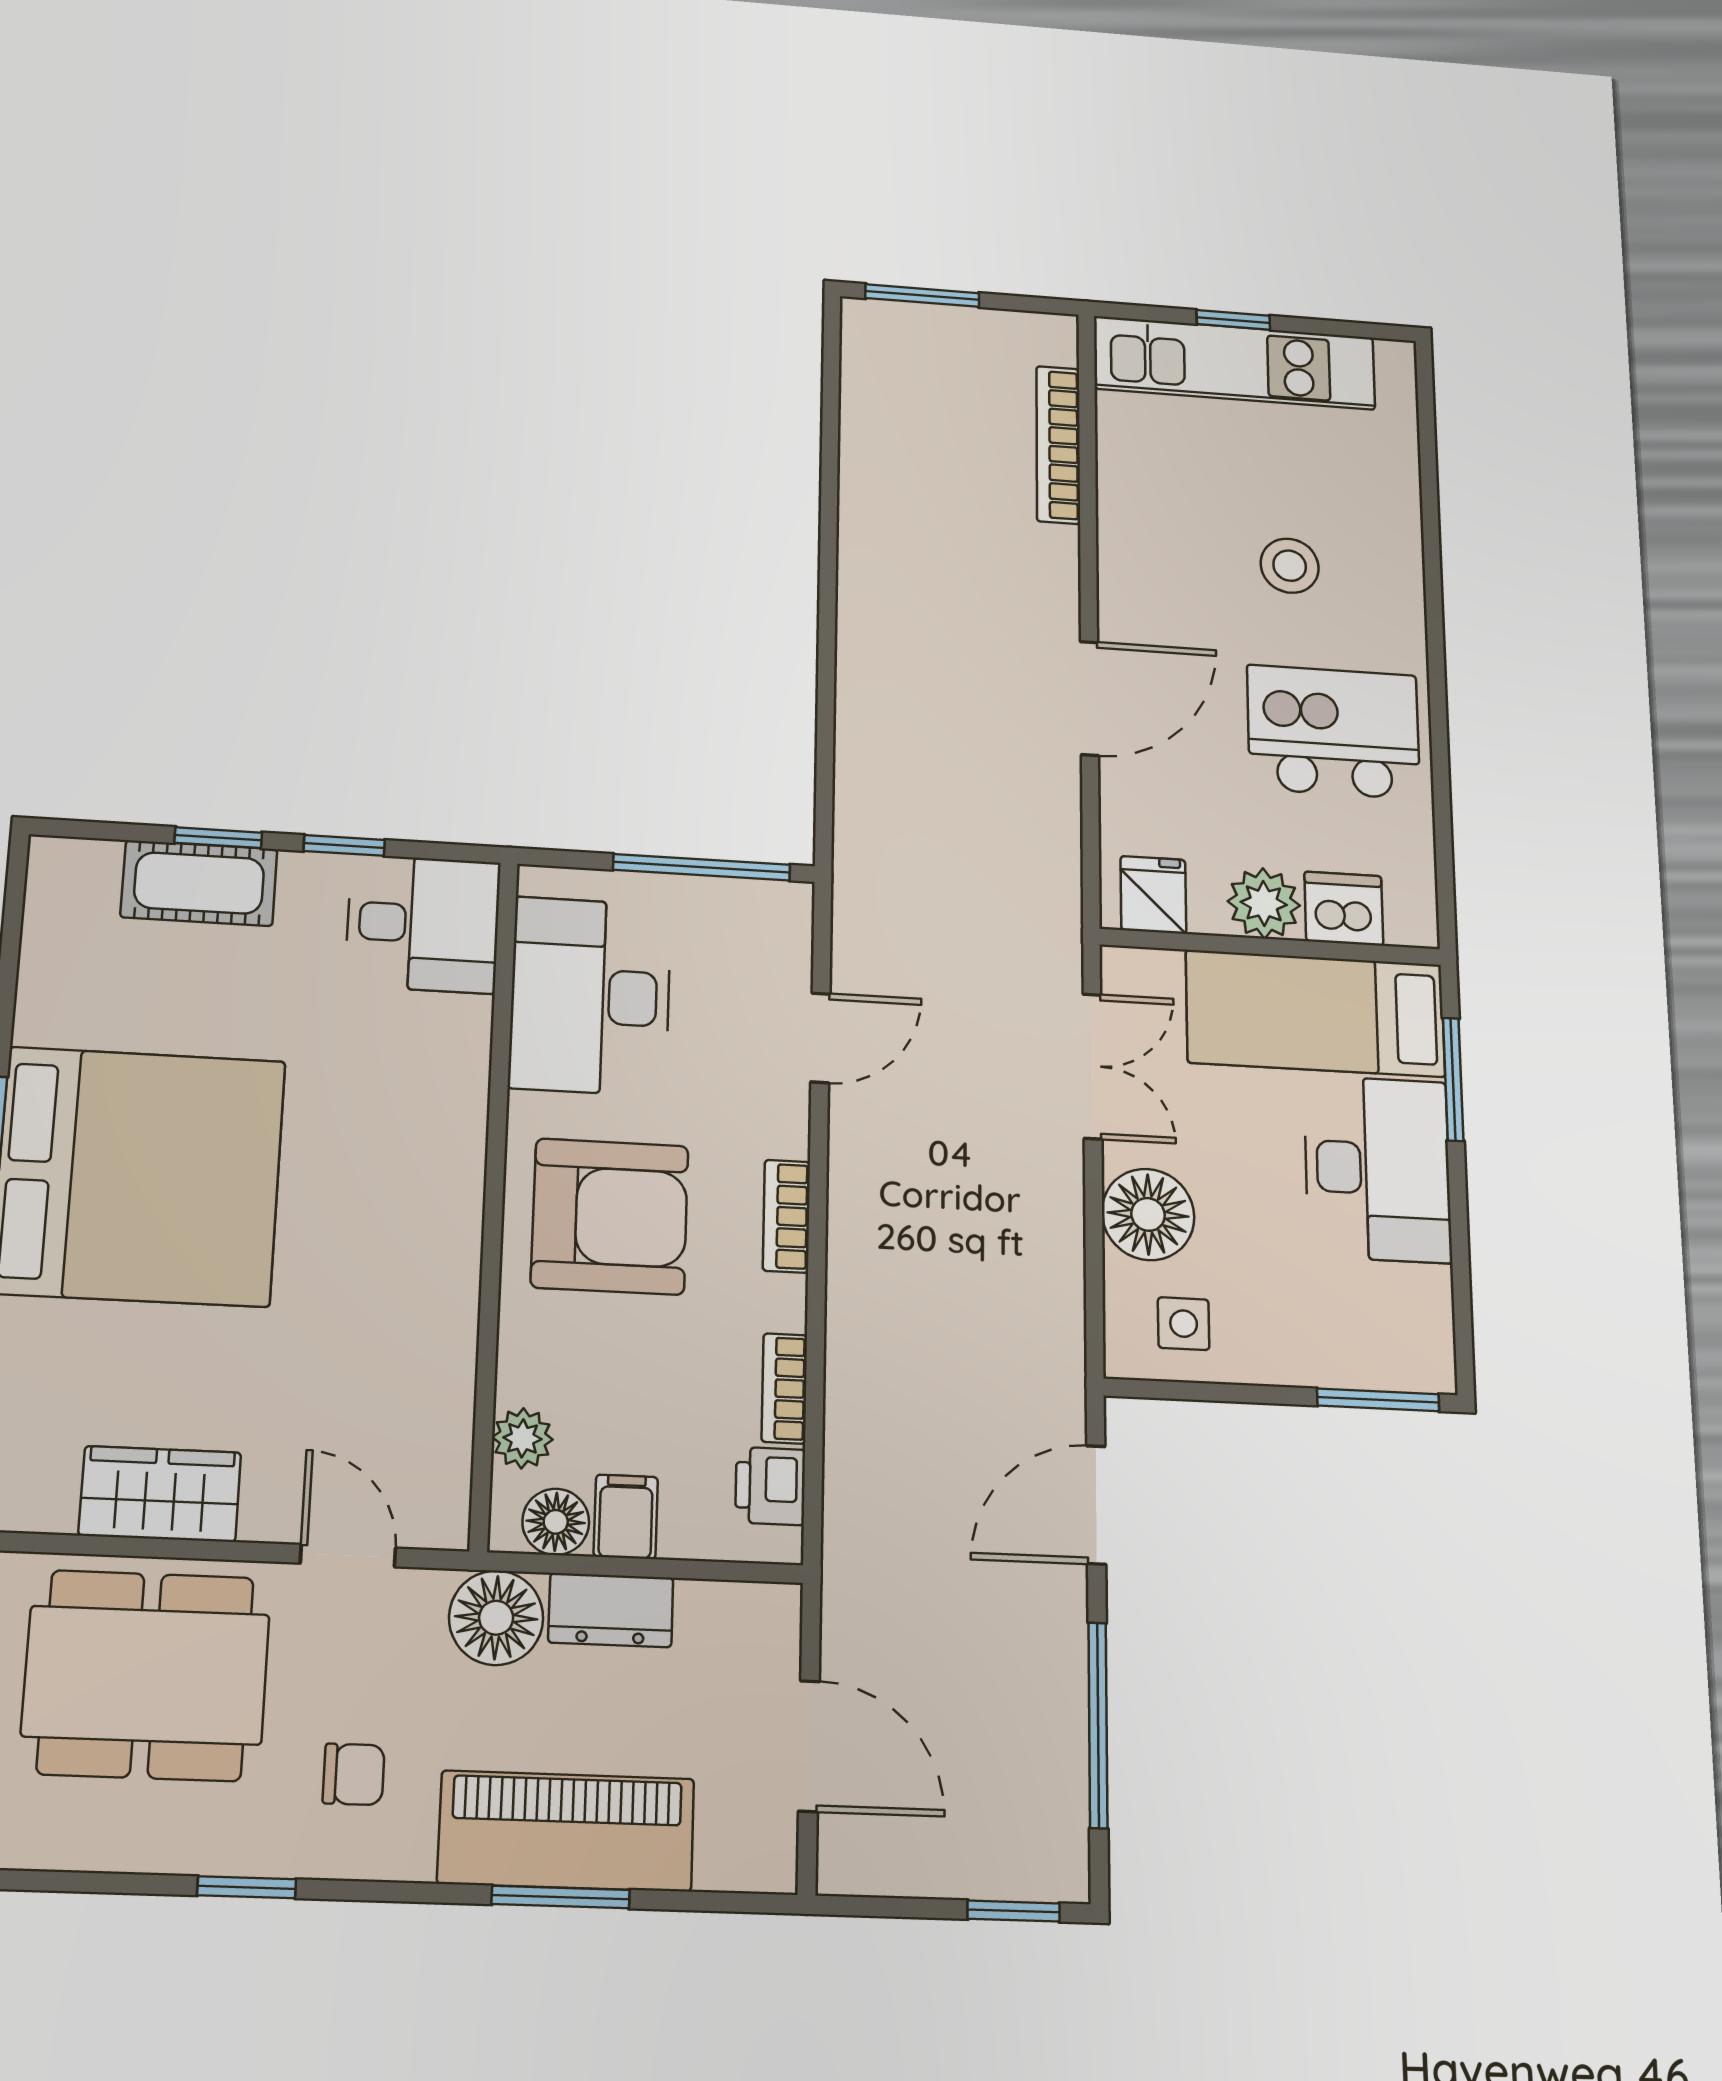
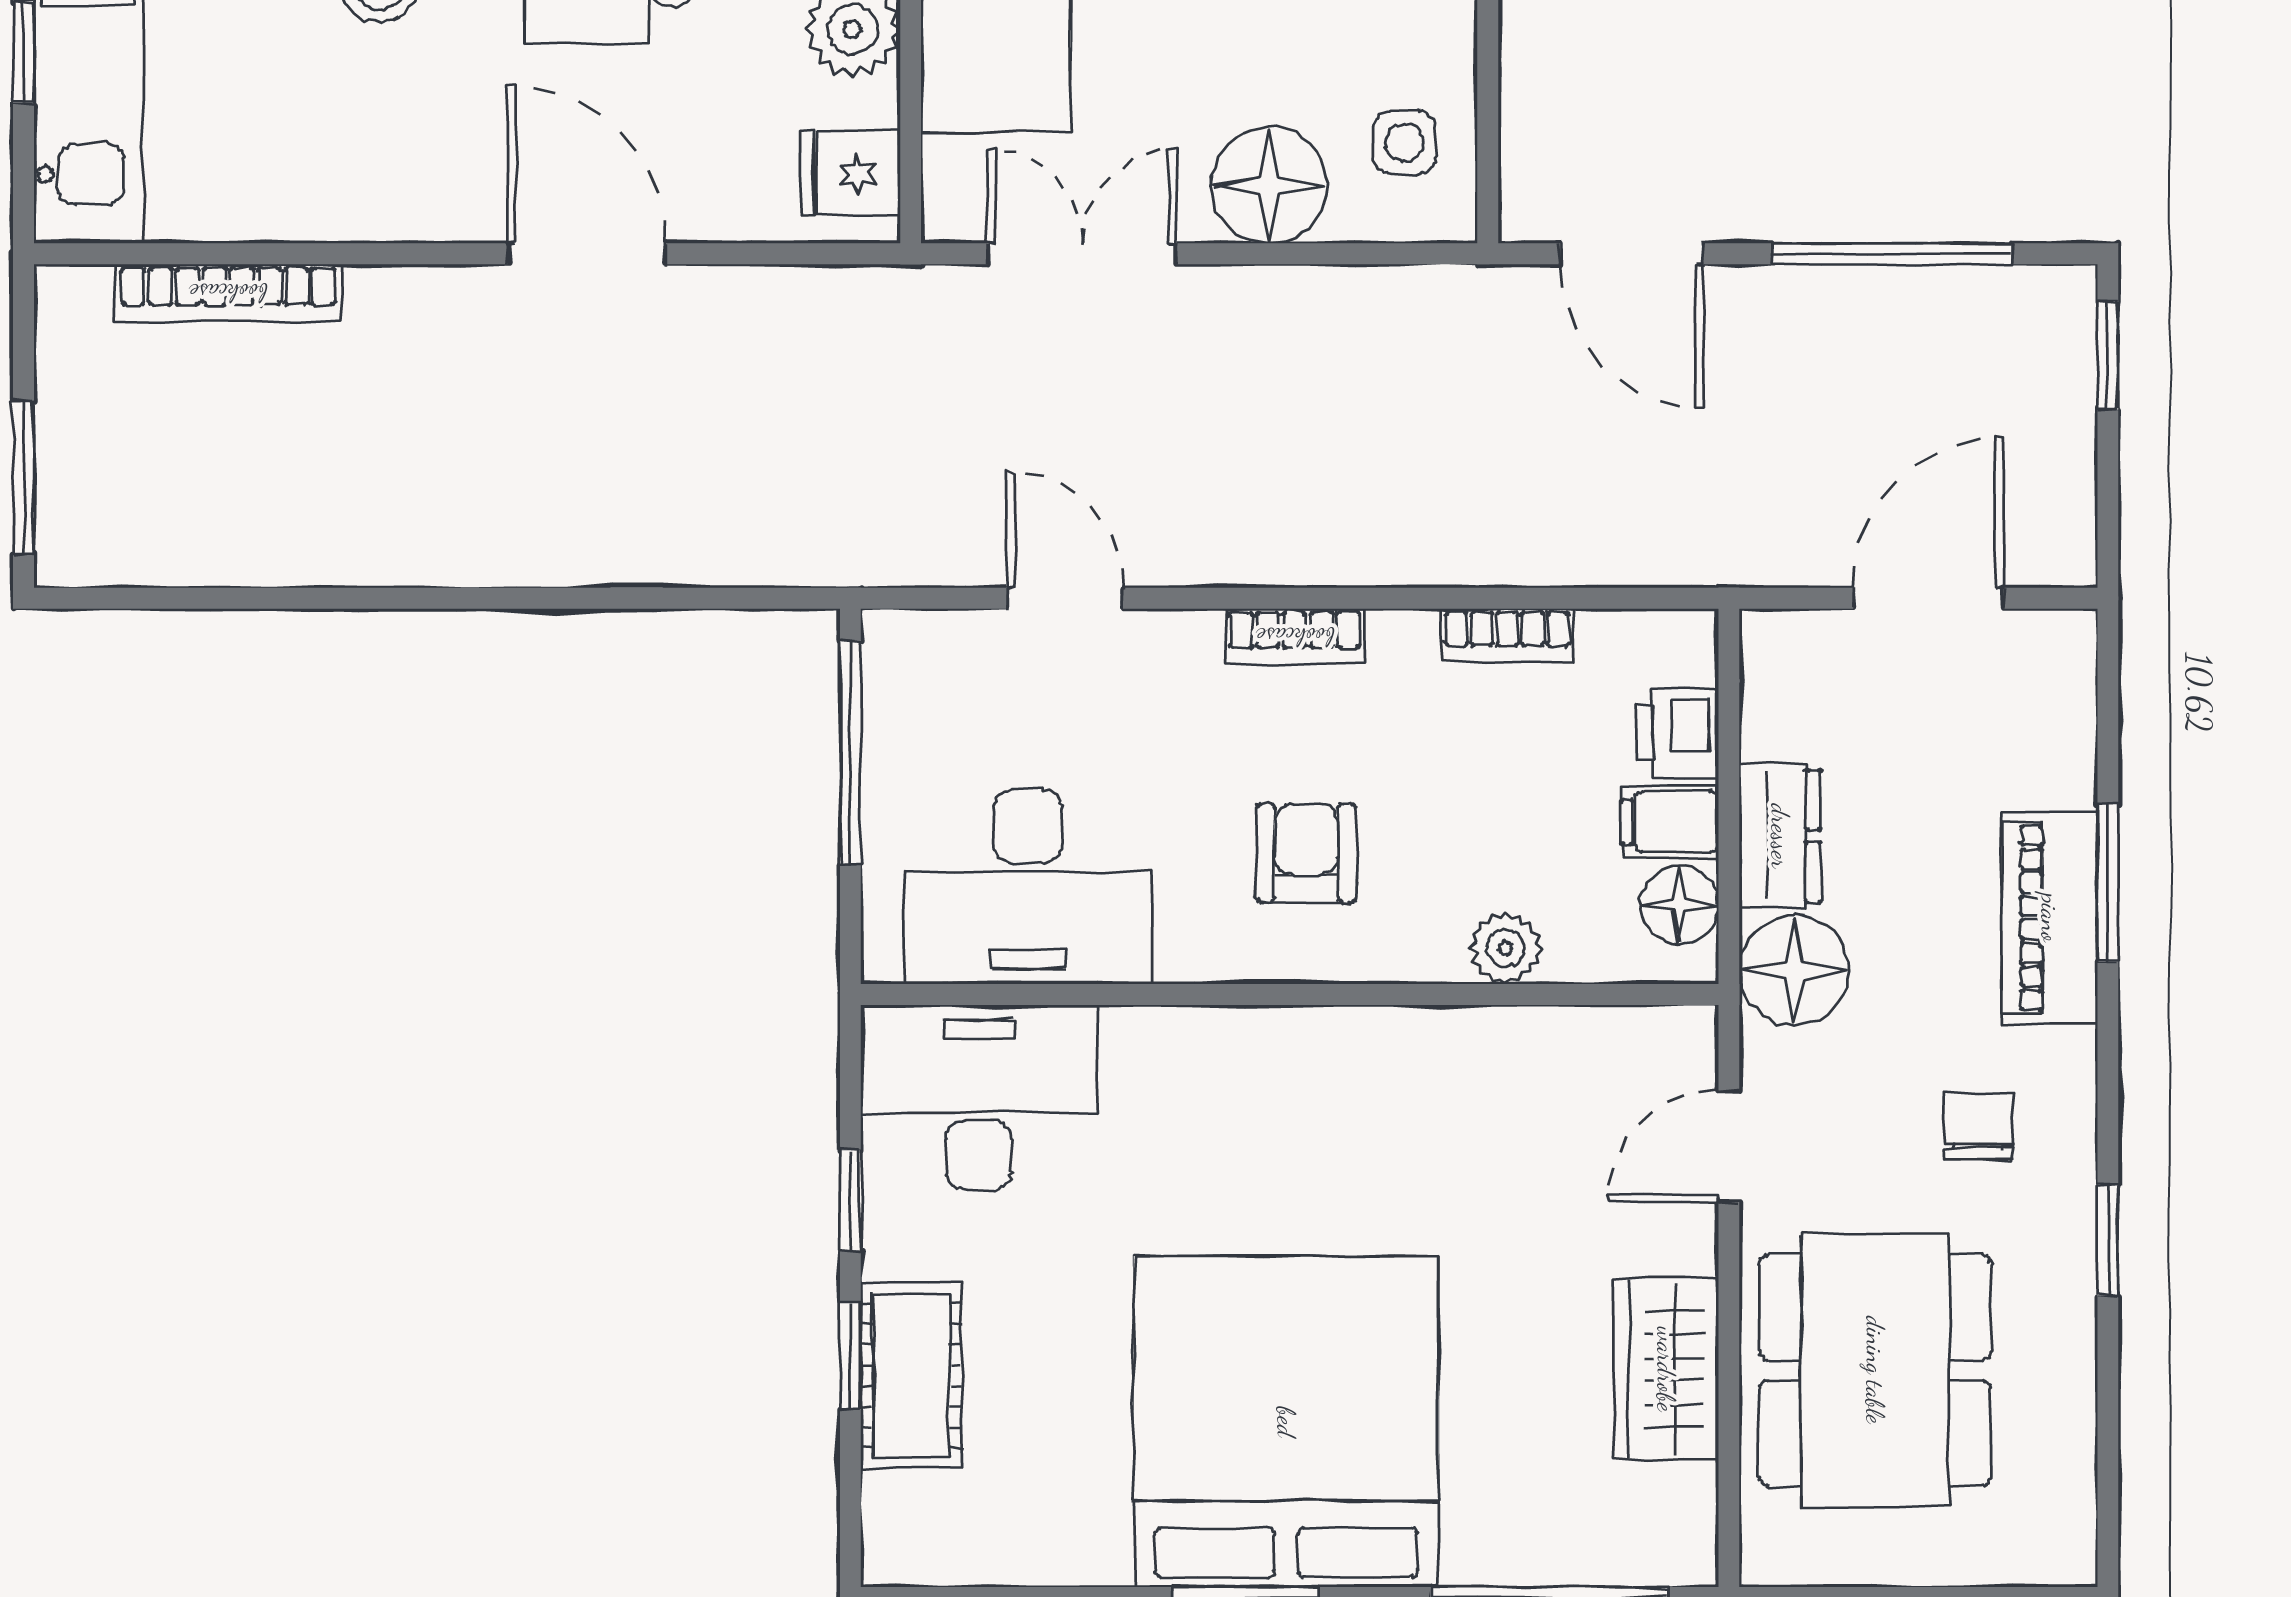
desk: (423, 924) -> (979, 1098), width x1.37
armchair: (610, 1216) -> (1306, 853), width x0.53, depth x0.53
plant: (522, 1438) -> (1506, 948), moved
printer: (770, 1486) -> (1677, 733), moved, turned 90
piano: (566, 1831) -> (2050, 918), width x0.73, depth x0.75

